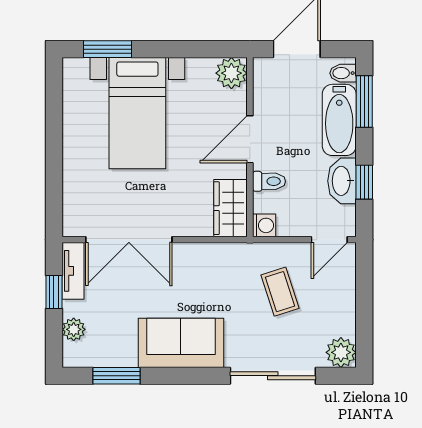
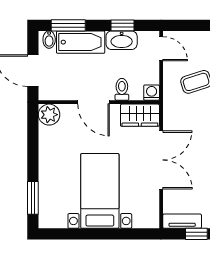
bed with nightstands: (137, 113) -> (100, 191), moved, turned -90
double door: (129, 240) -> (161, 160), moved

